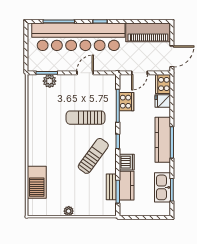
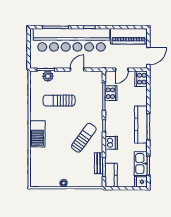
fridge: (163, 101) -> (141, 182), moved
sun lounger: (86, 118) -> (59, 101), moved
barbecue: (37, 182) -> (37, 134), moved
kitchen counter: (127, 186) -> (111, 175), moved

